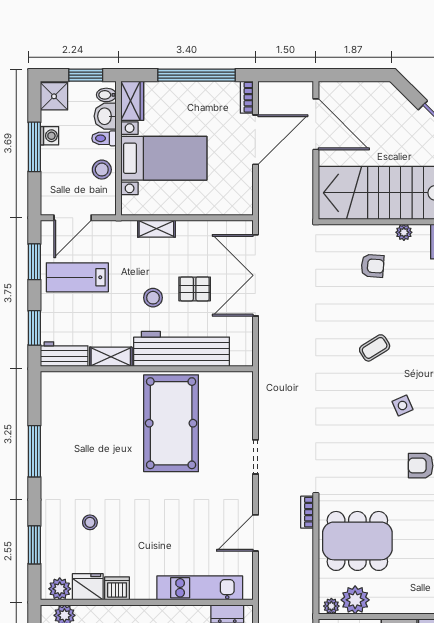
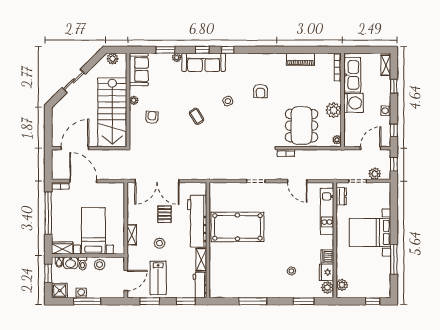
door: (73, 218) -> (126, 280), hinge flipped
stool: (153, 298) -> (160, 243), moved
plant: (355, 600) -> (334, 110), moved

